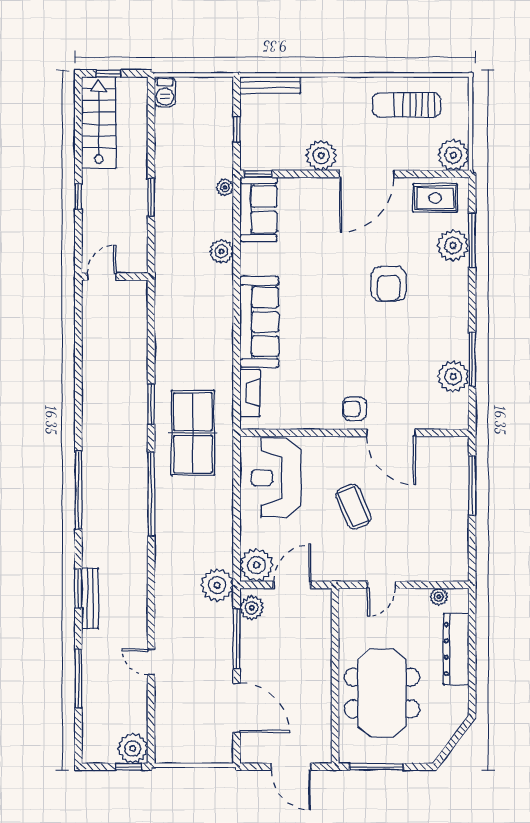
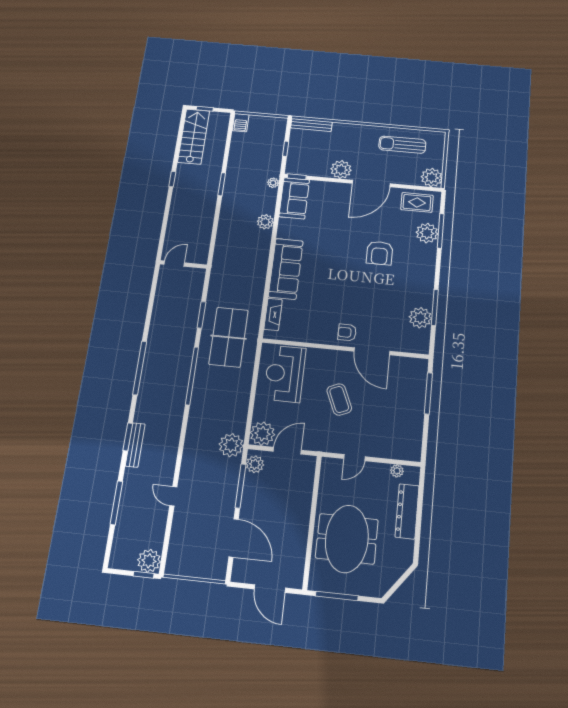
door: (102, 277) -> (174, 264), moved
wall: (115, 277) -> (183, 264), moved

